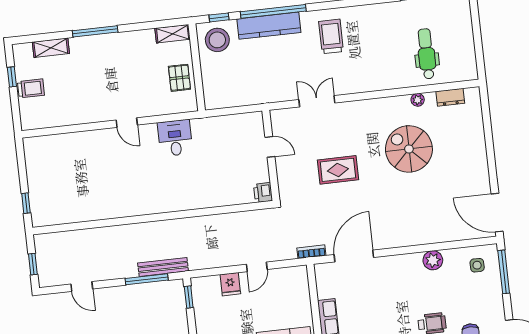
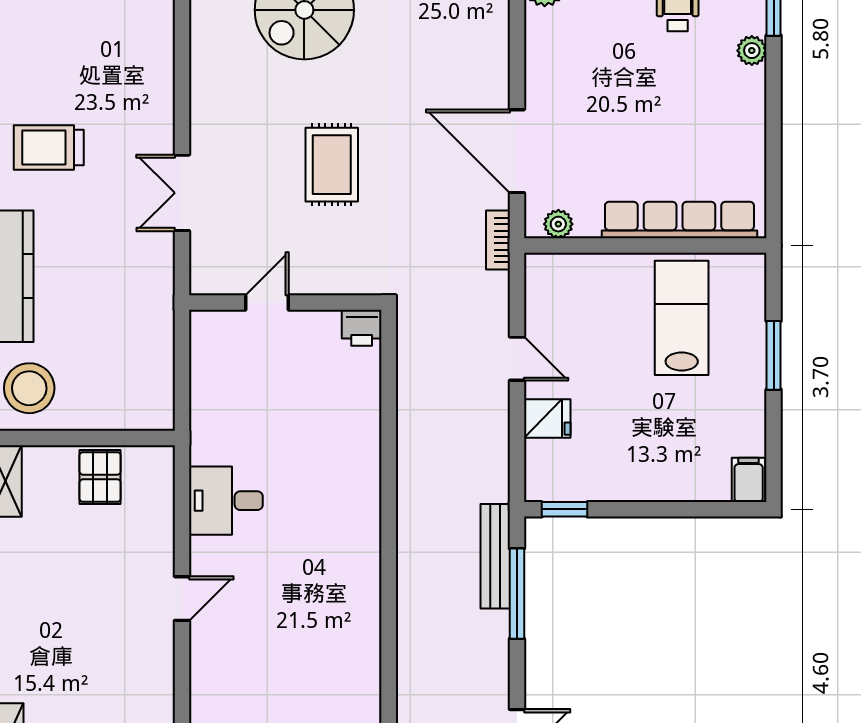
pallet: (179, 78) -> (100, 477), turned 90
plant: (322, 279) -> (558, 224), added

